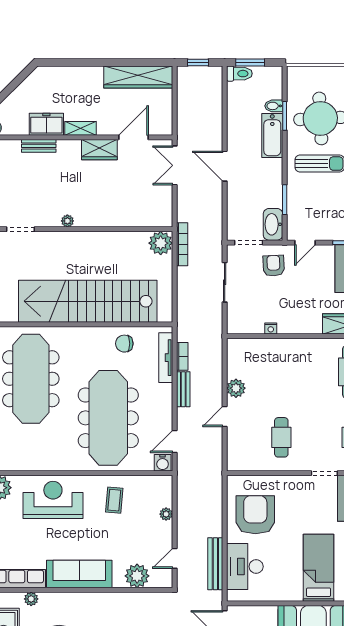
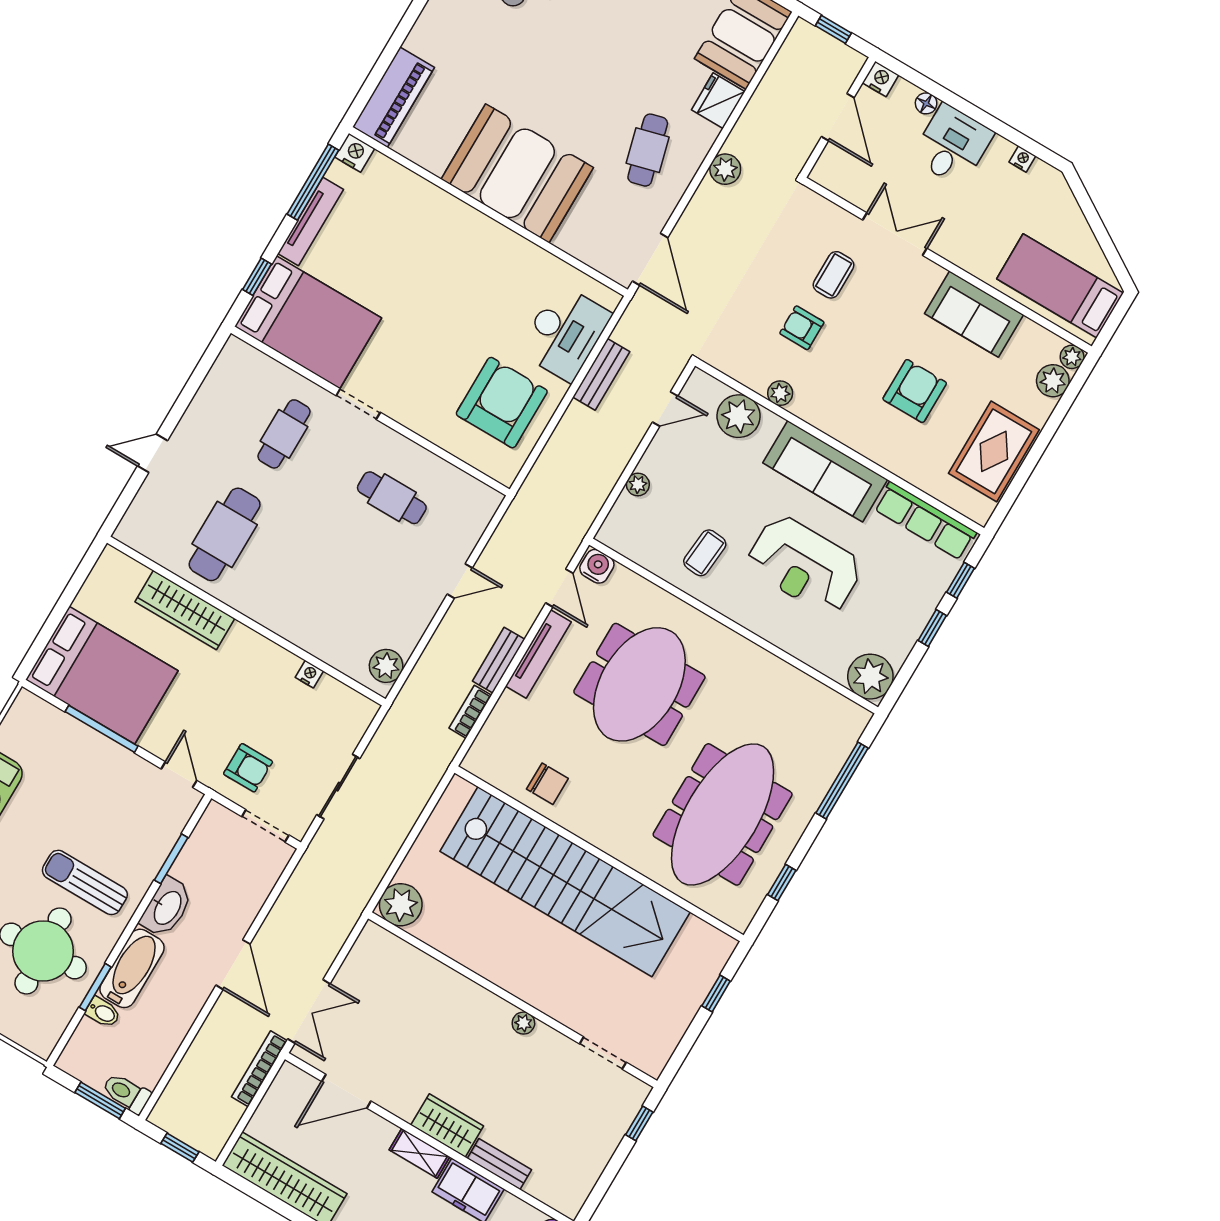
wardrobe: (99, 150) -> (447, 1125), moved
washbasin: (273, 224) -> (167, 907), moved
door: (305, 243) -> (179, 775), hinge flipped
bookcase: (182, 244) -> (259, 1069), moved
armchair: (274, 266) -> (248, 768), turned -87
tv unit: (166, 358) -> (538, 654), moved
plant: (236, 388) -> (386, 666), moved
meeting table: (108, 418) -> (639, 684), width x0.73
cafe table: (281, 437) -> (392, 498), turned 90
door: (175, 442) -> (559, 588), hinge flipped
reception desk: (53, 500) -> (804, 565), moved
armchair: (255, 515) -> (502, 403), turned 180
bench: (215, 564) -> (601, 374), width x0.73
bed: (319, 568) -> (453, 264), removed
plant: (31, 599) -> (780, 393), moved

